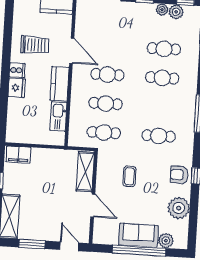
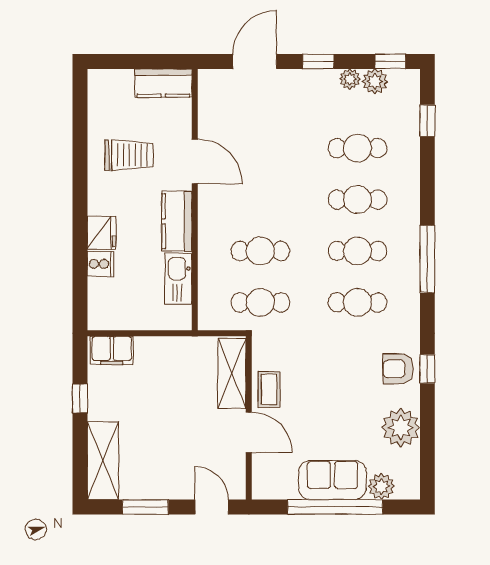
cooker: (17, 70) -> (101, 264), moved
cafe table: (107, 74) -> (357, 251), moved
coffee table: (129, 176) -> (269, 389), moved

